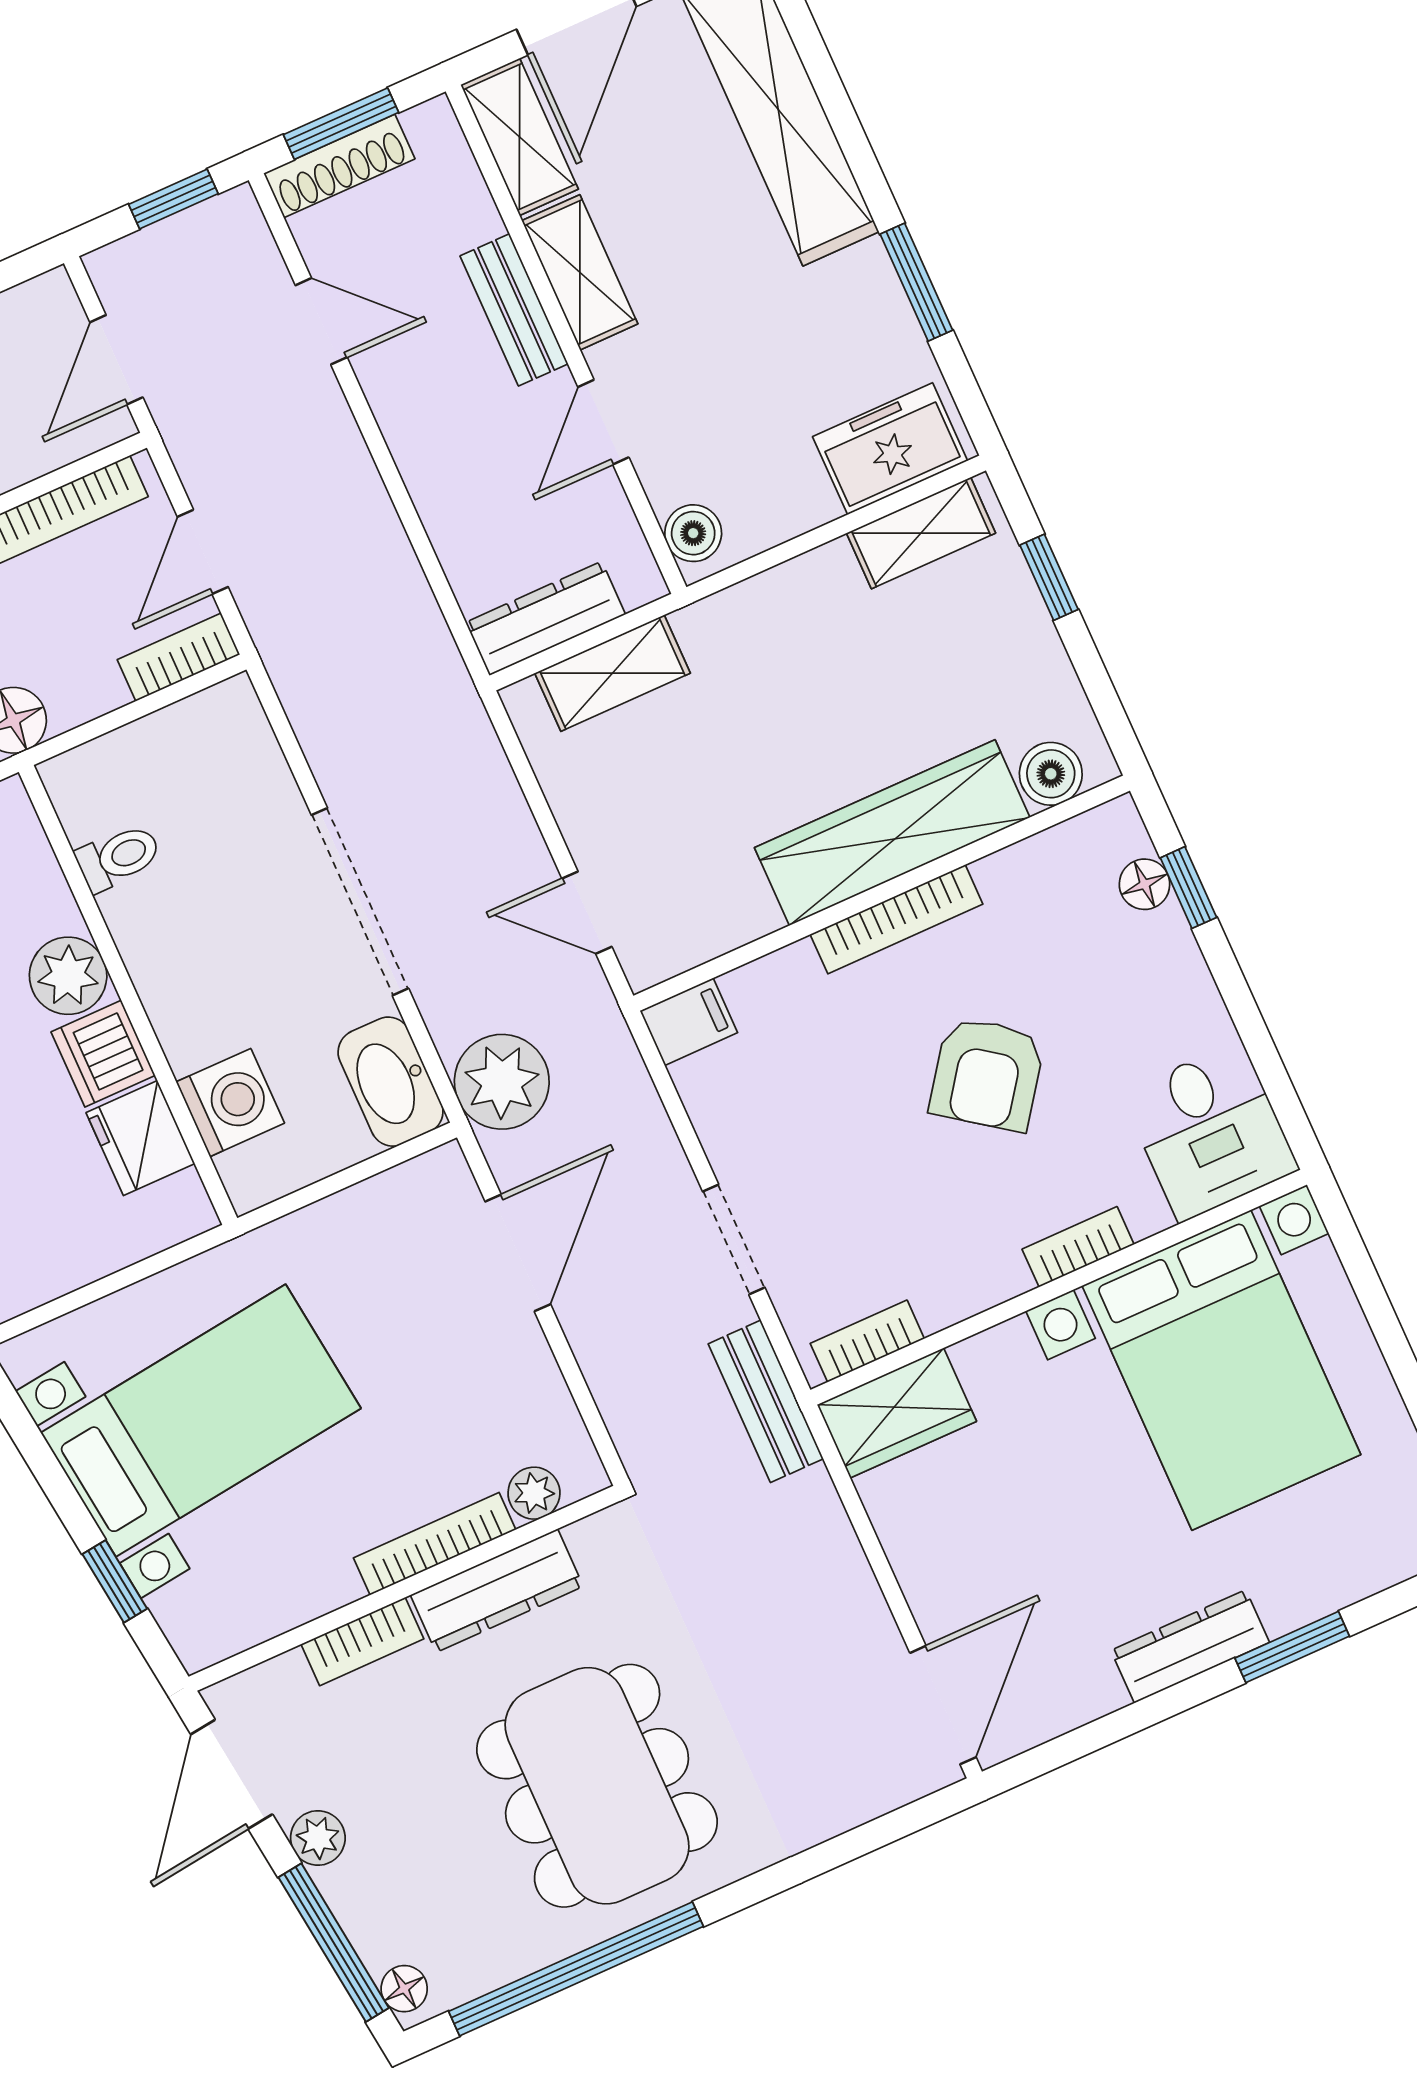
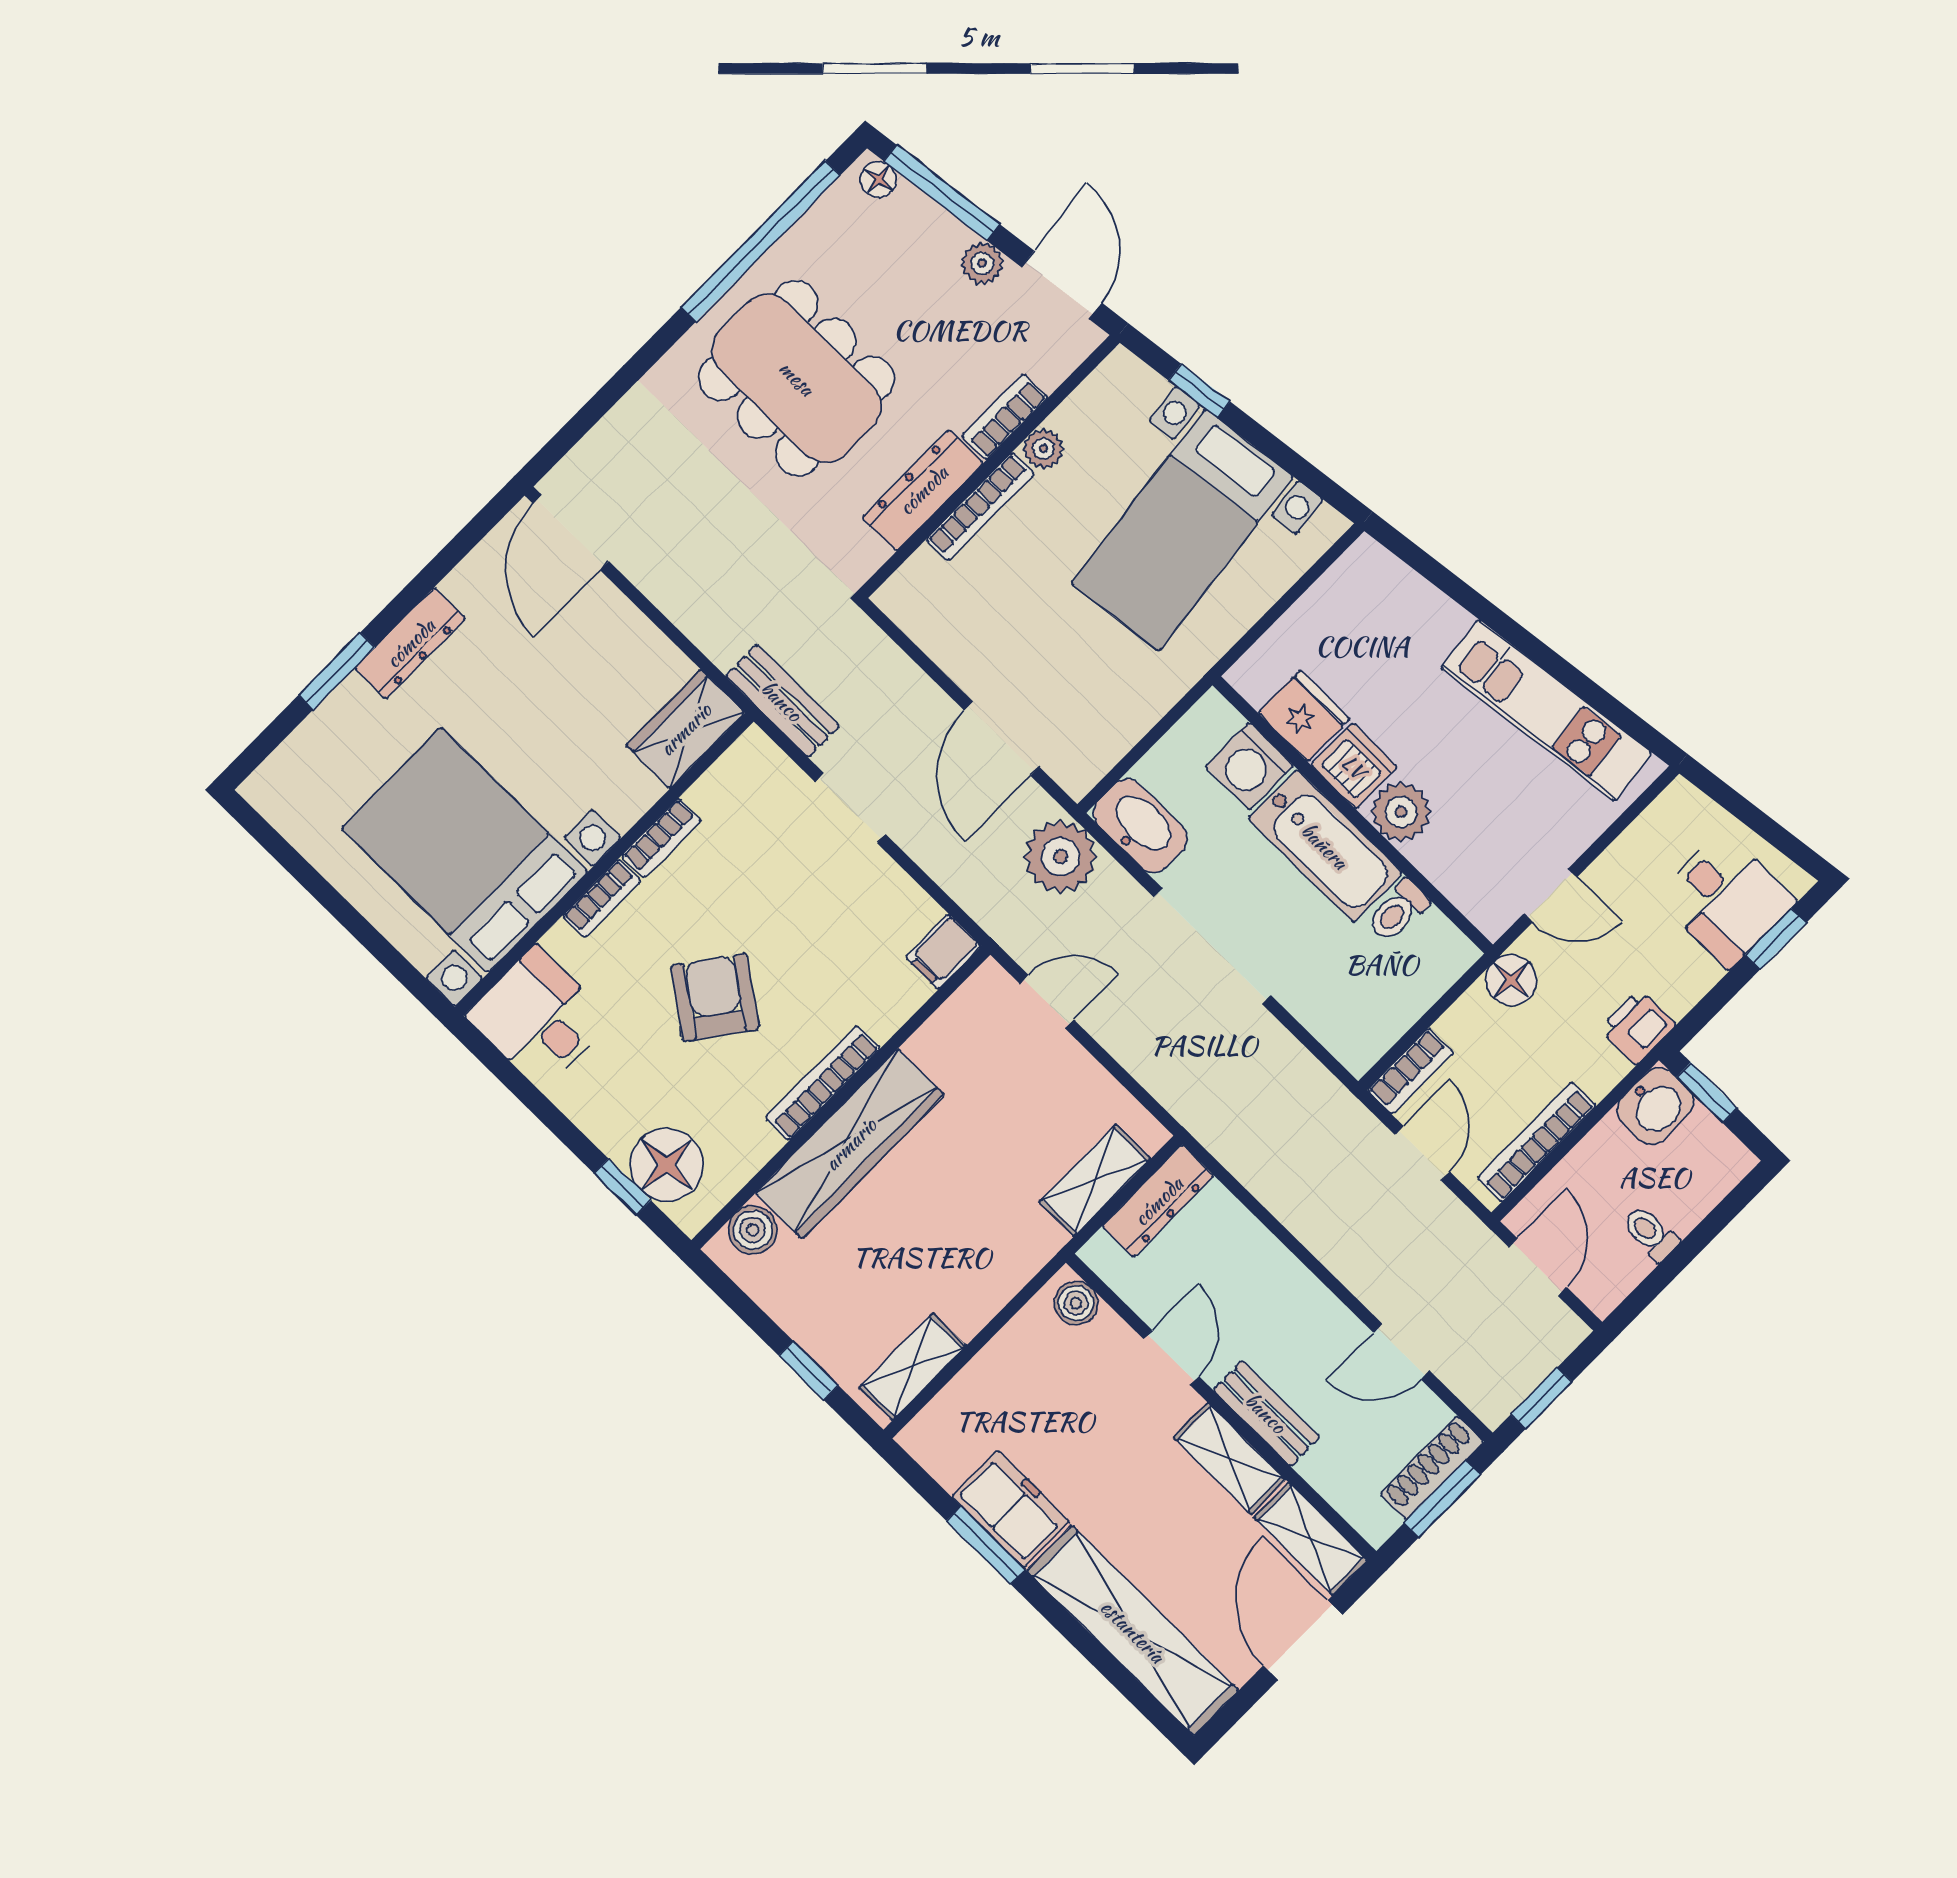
freezer: (890, 449) -> (1011, 1509), moved, turned -90
floor lamp: (1145, 884) -> (667, 1165), width x1.89, depth x1.89
bathtub: (176, 970) -> (1325, 846), added
bookcase: (867, 1341) -> (662, 838), moved
plant: (534, 1493) -> (1043, 449), moved

